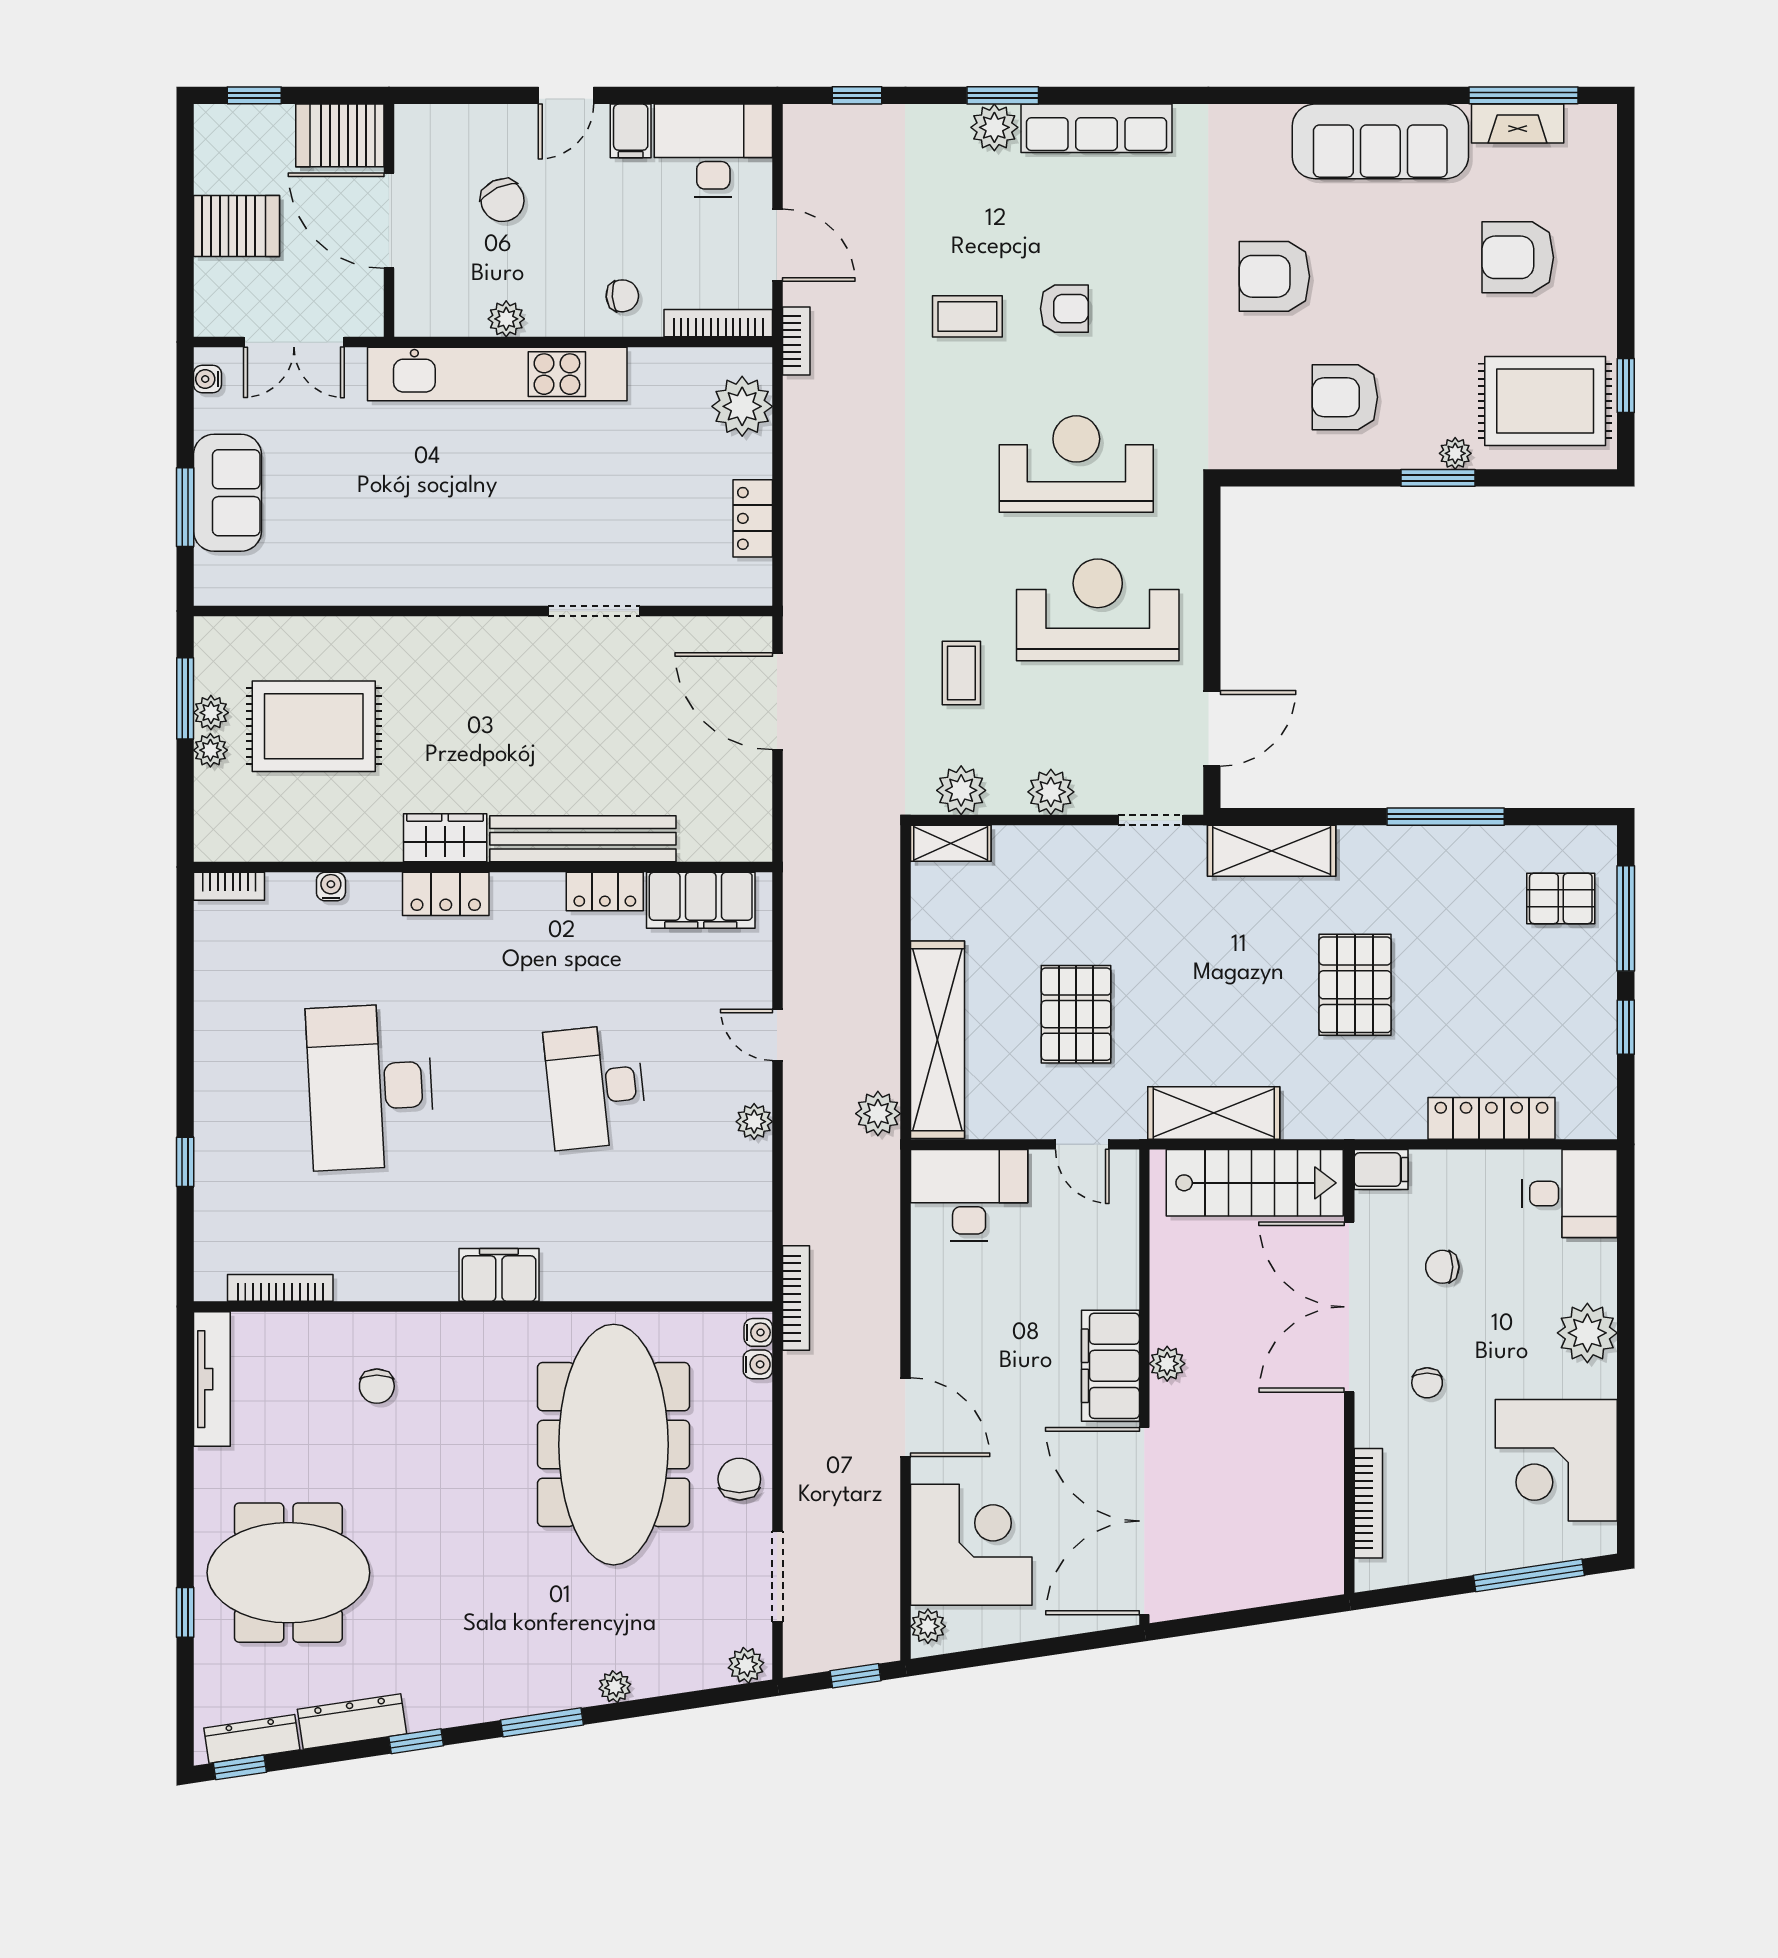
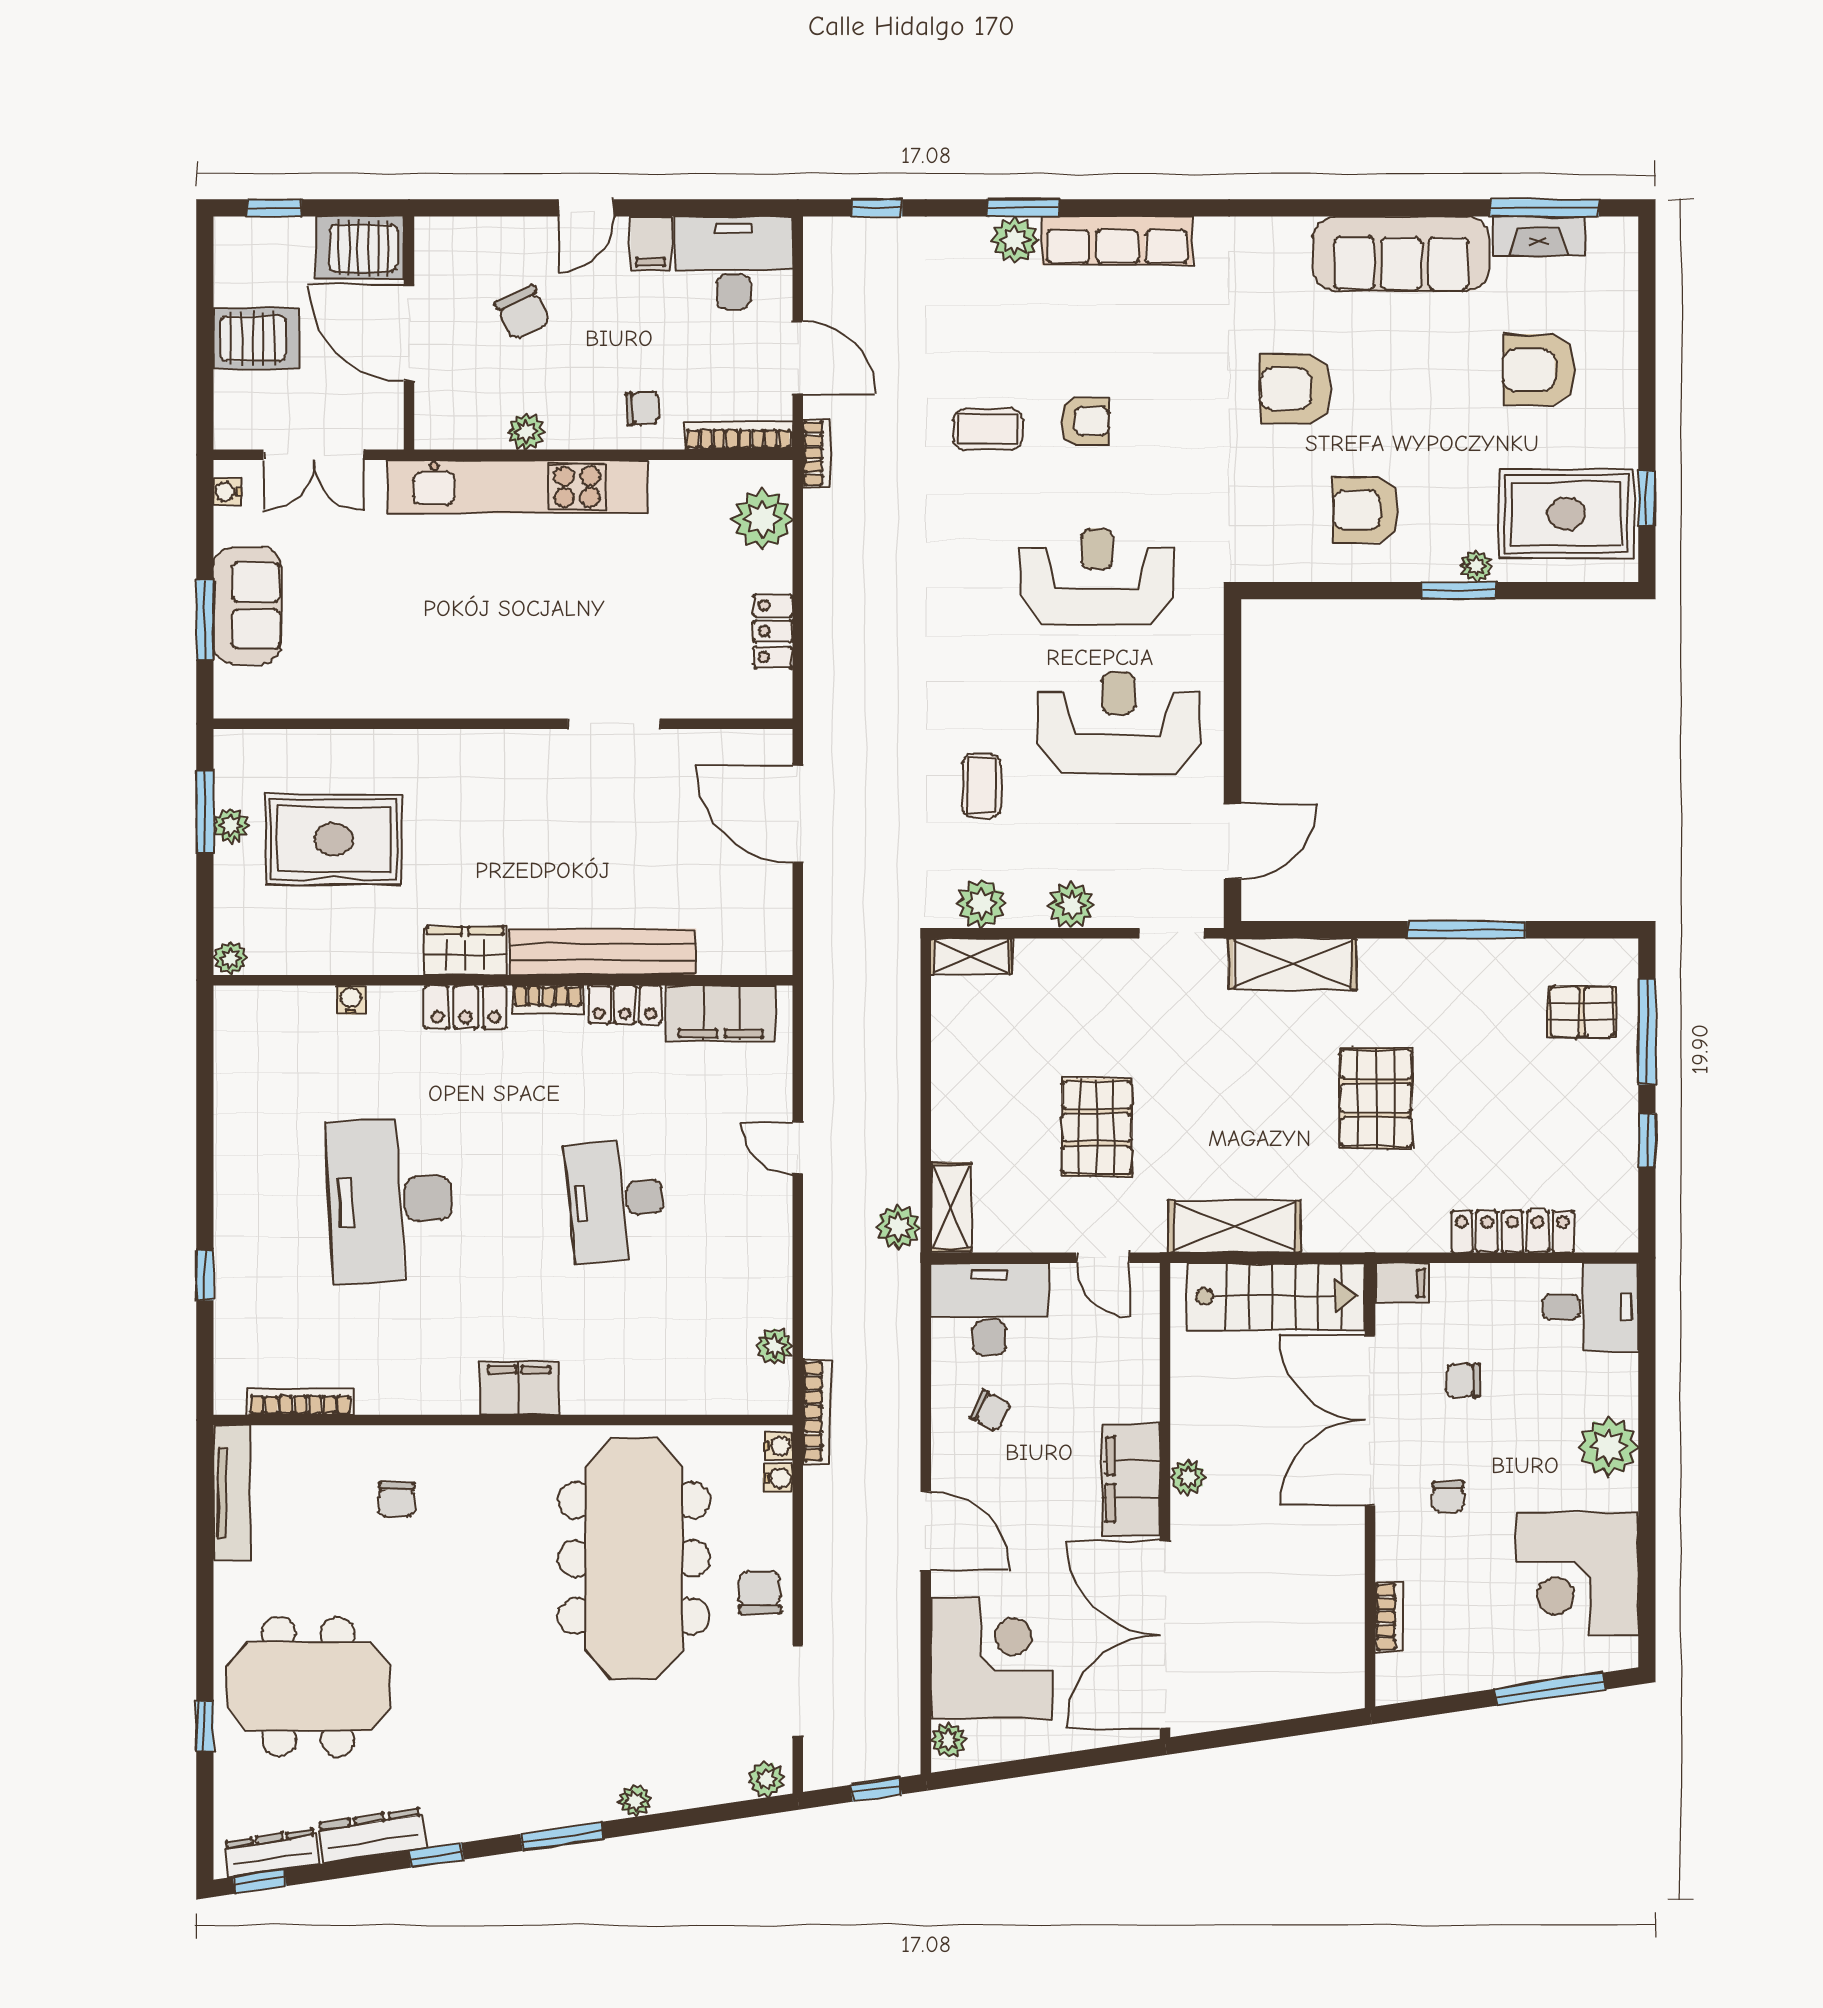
plant: (210, 750) -> (230, 958), moved
bookcase: (229, 886) -> (548, 999), moved
shelving: (937, 1040) -> (951, 1207), width x0.45, depth x0.75
plant: (754, 1122) -> (774, 1346), moved
chair: (970, 1297) -> (991, 1411), added
bookcase: (1368, 1503) -> (1389, 1617), width x0.64

